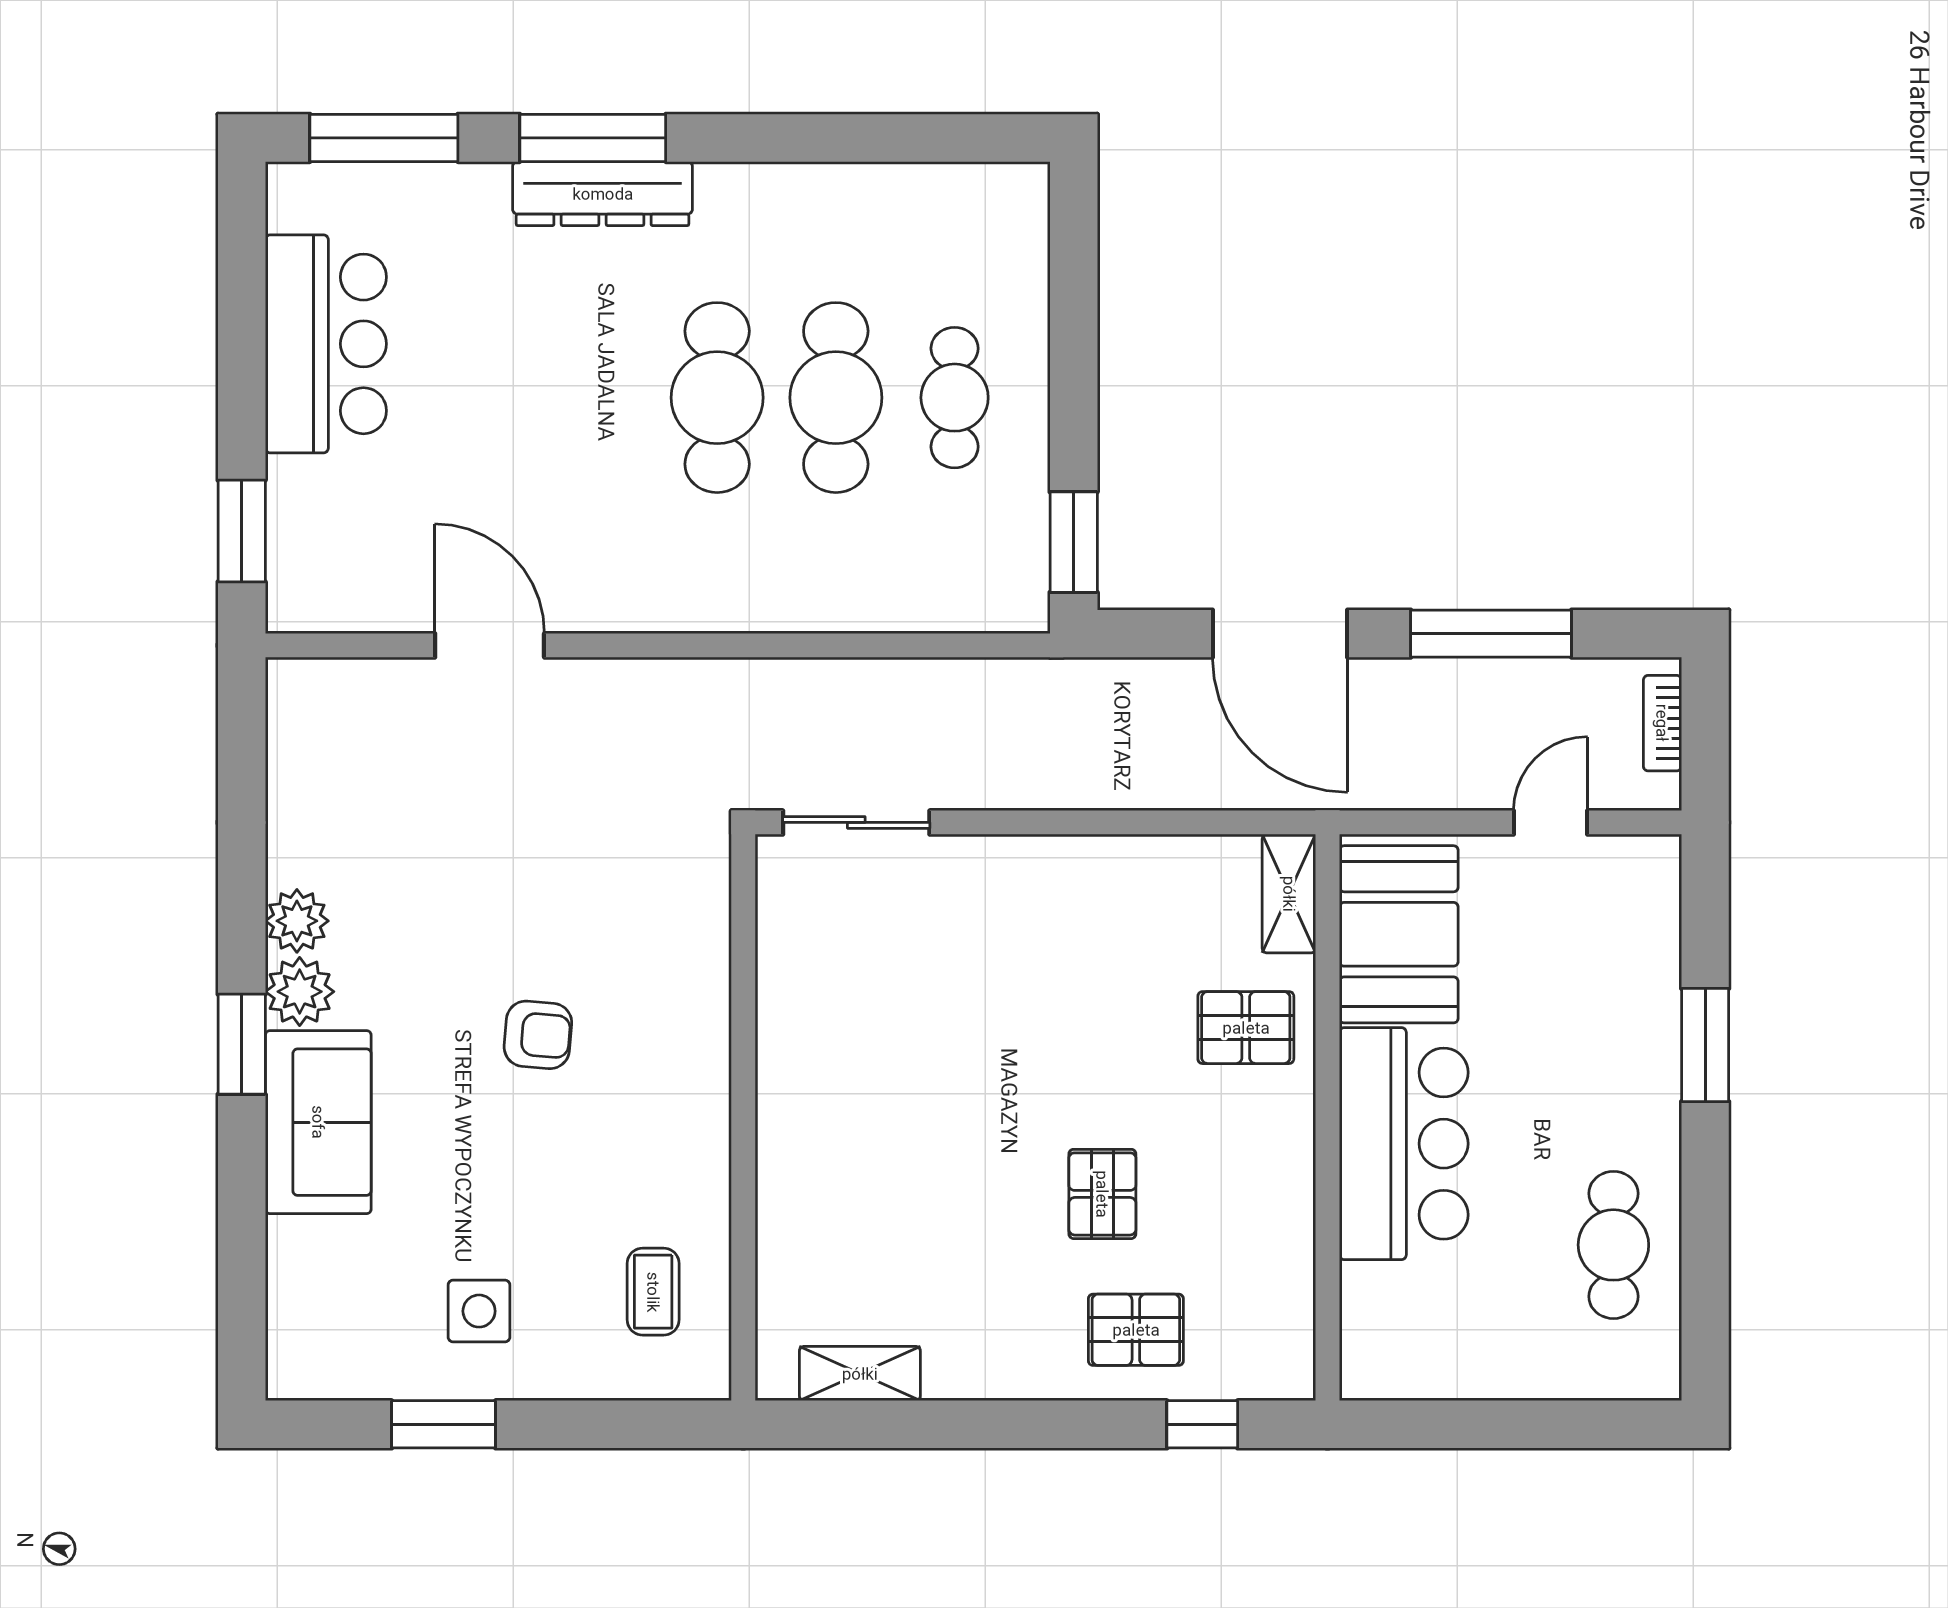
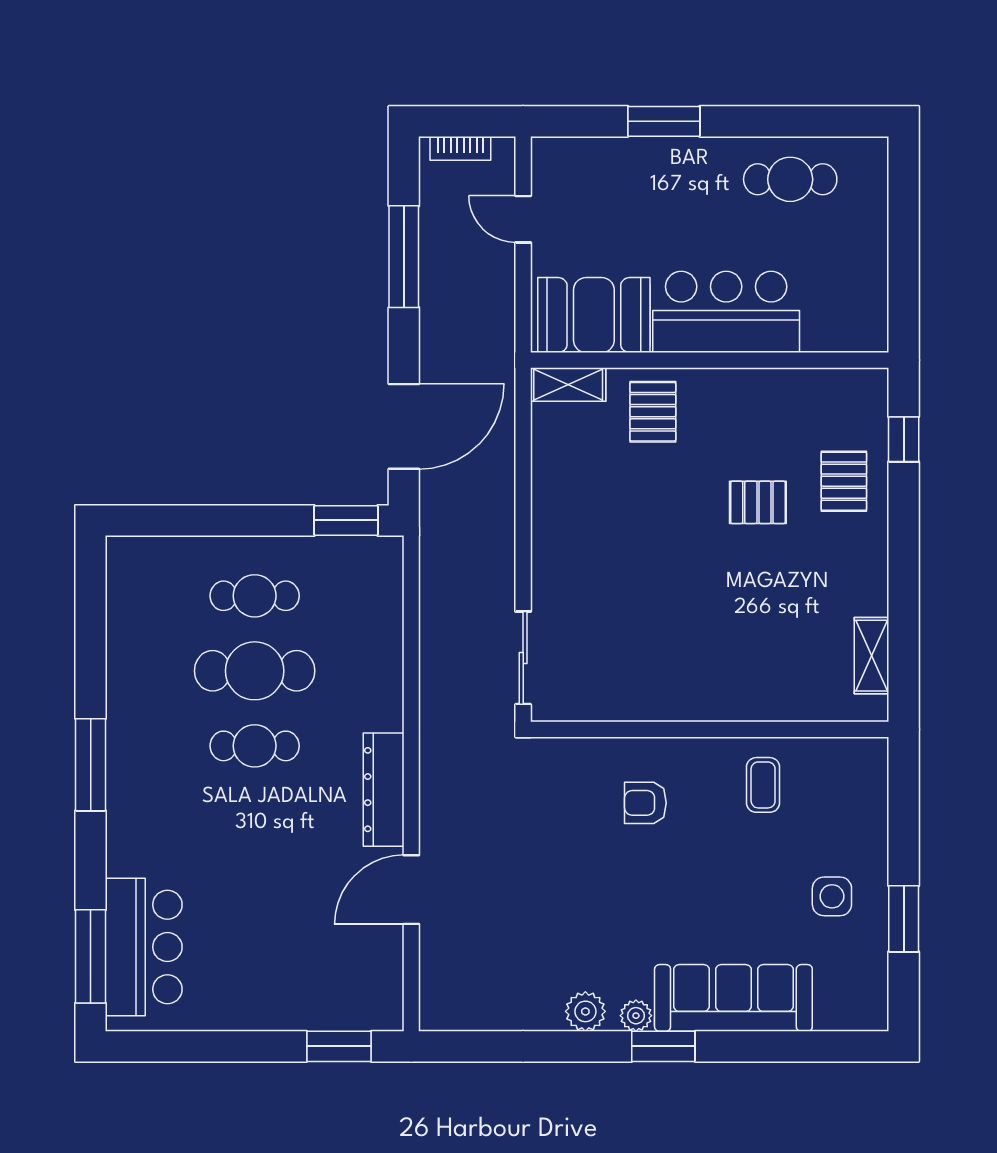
window: (593, 138) -> (91, 765), moved
dresser: (603, 194) -> (384, 790), moved, turned 180
bar counter: (326, 344) -> (144, 947), moved, turned 90
cafe table: (717, 398) -> (255, 746), width x0.73, depth x0.74
door: (1280, 634) -> (404, 426), moved
plant: (300, 992) -> (636, 1016), width x0.73, depth x0.73
armchair: (538, 1035) -> (645, 803), moved, turned -95
sofa: (318, 1122) -> (733, 998), width x1.36
coffee table: (653, 1292) -> (763, 785), moved, turned 90

